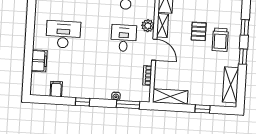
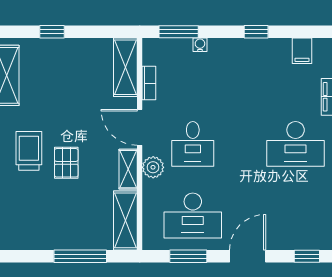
shelving: (170, 96) -> (125, 67), moved, turned 90

